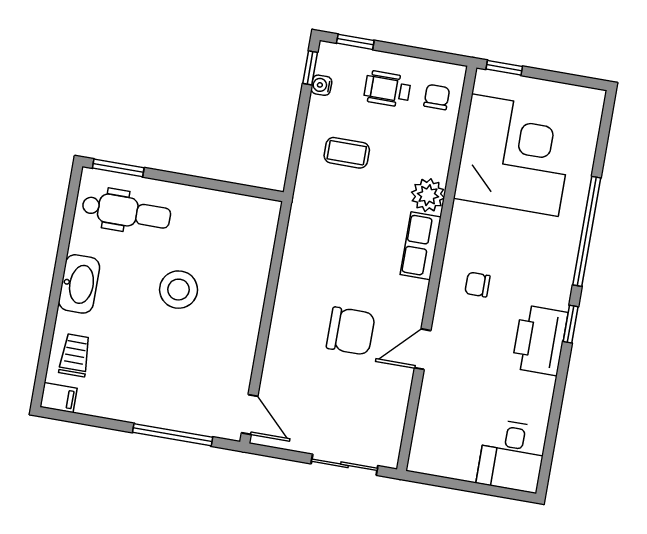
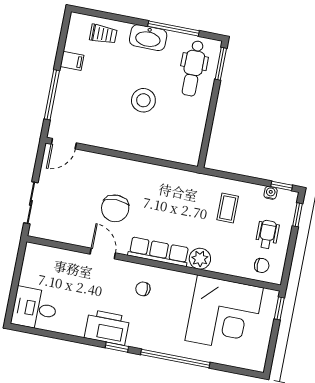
window: (64, 244) -> (174, 29), added
row of seats: (421, 246) -> (159, 252), width x1.48
chair: (477, 285) -> (143, 289), turned -90
filing cabinet: (59, 398) -> (72, 61), moved, turned -90

